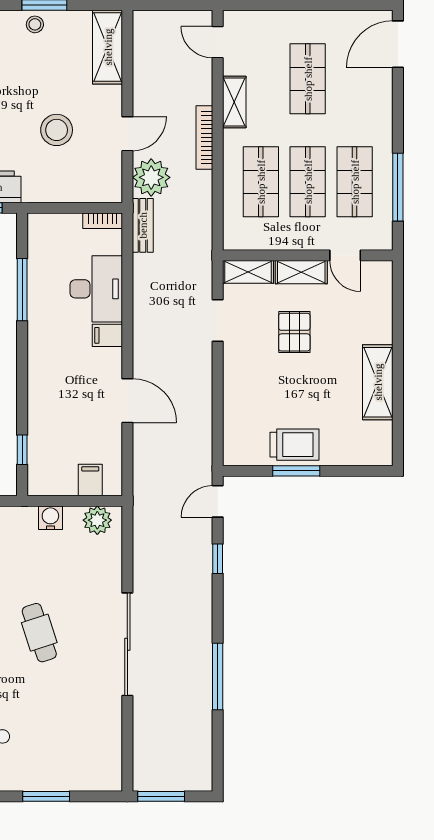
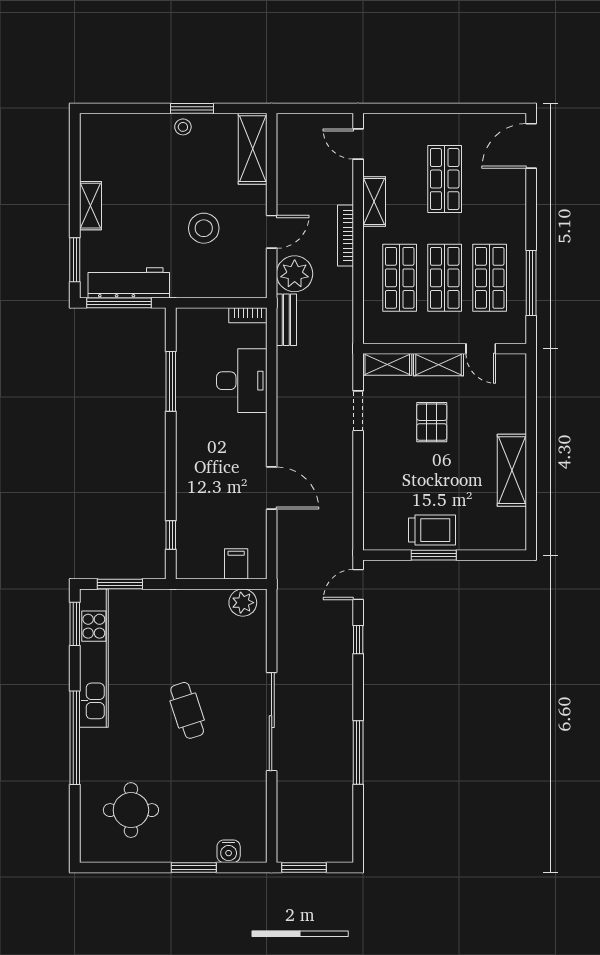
filing cabinet: (107, 335) -> (252, 425), removed
water cooler: (50, 518) -> (229, 851), moved, turned 180

